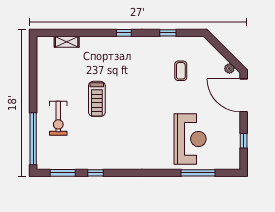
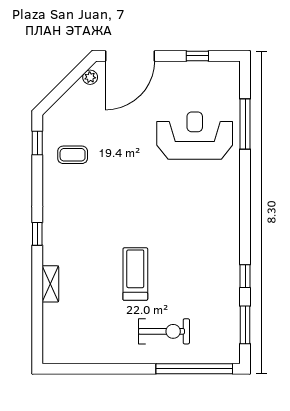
window: (168, 33) -> (37, 143), moved
shelving: (67, 42) -> (50, 284), moved
coffee table: (181, 71) -> (73, 155), moved
treadmill: (97, 99) -> (135, 274), turned -90

